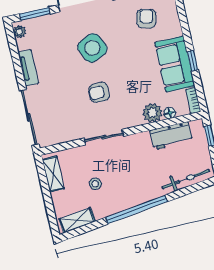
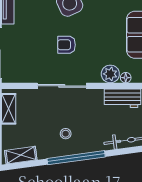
sliding door: (104, 137) -> (62, 86), width x1.37
stool: (95, 184) -> (66, 134), moved

